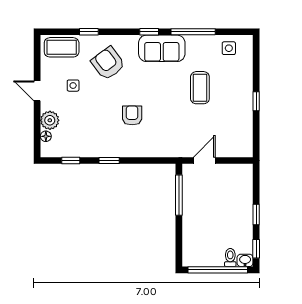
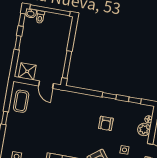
coffee table: (200, 88) -> (21, 101), moved
armchair: (132, 115) -> (106, 123), moved
door: (204, 160) -> (46, 85), hinge flipped
shower: (235, 175) -> (27, 71), added

